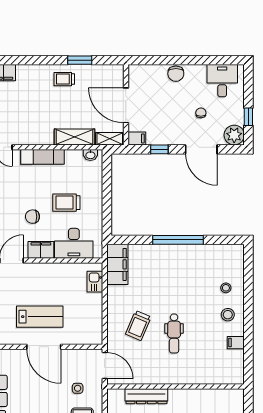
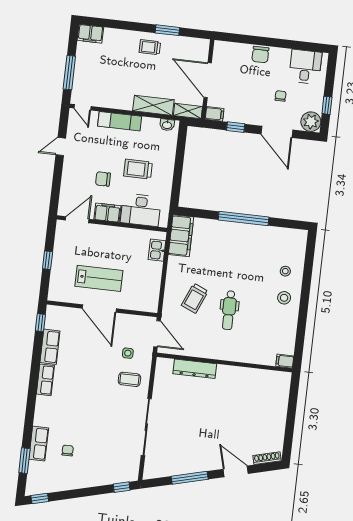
filing cabinet: (236, 343) -> (285, 361), moved

